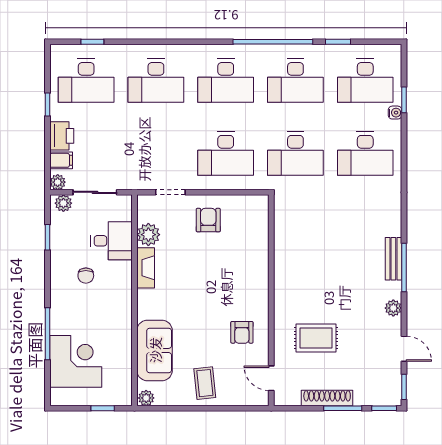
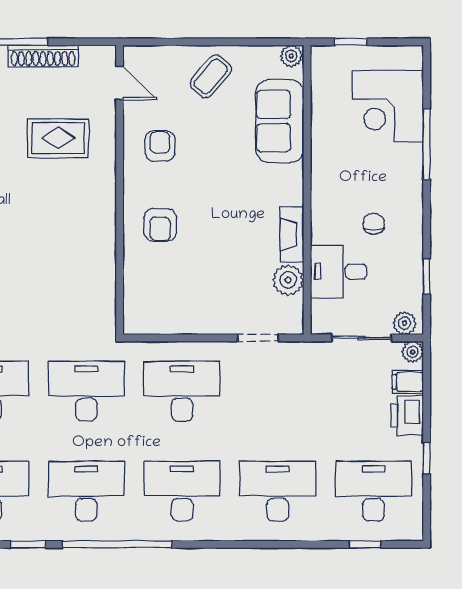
armchair: (208, 220) -> (160, 225), moved
coffee table: (205, 383) -> (211, 76), turned 47

